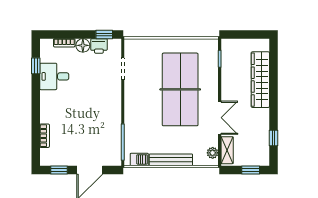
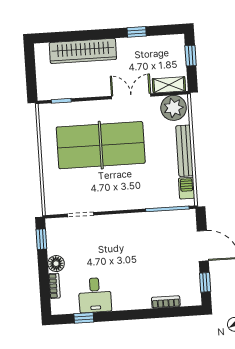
printer: (99, 46) -> (55, 245), removed
window: (274, 138) -> (137, 32), moved
plant: (213, 153) -> (174, 108), width x1.87, depth x1.87

